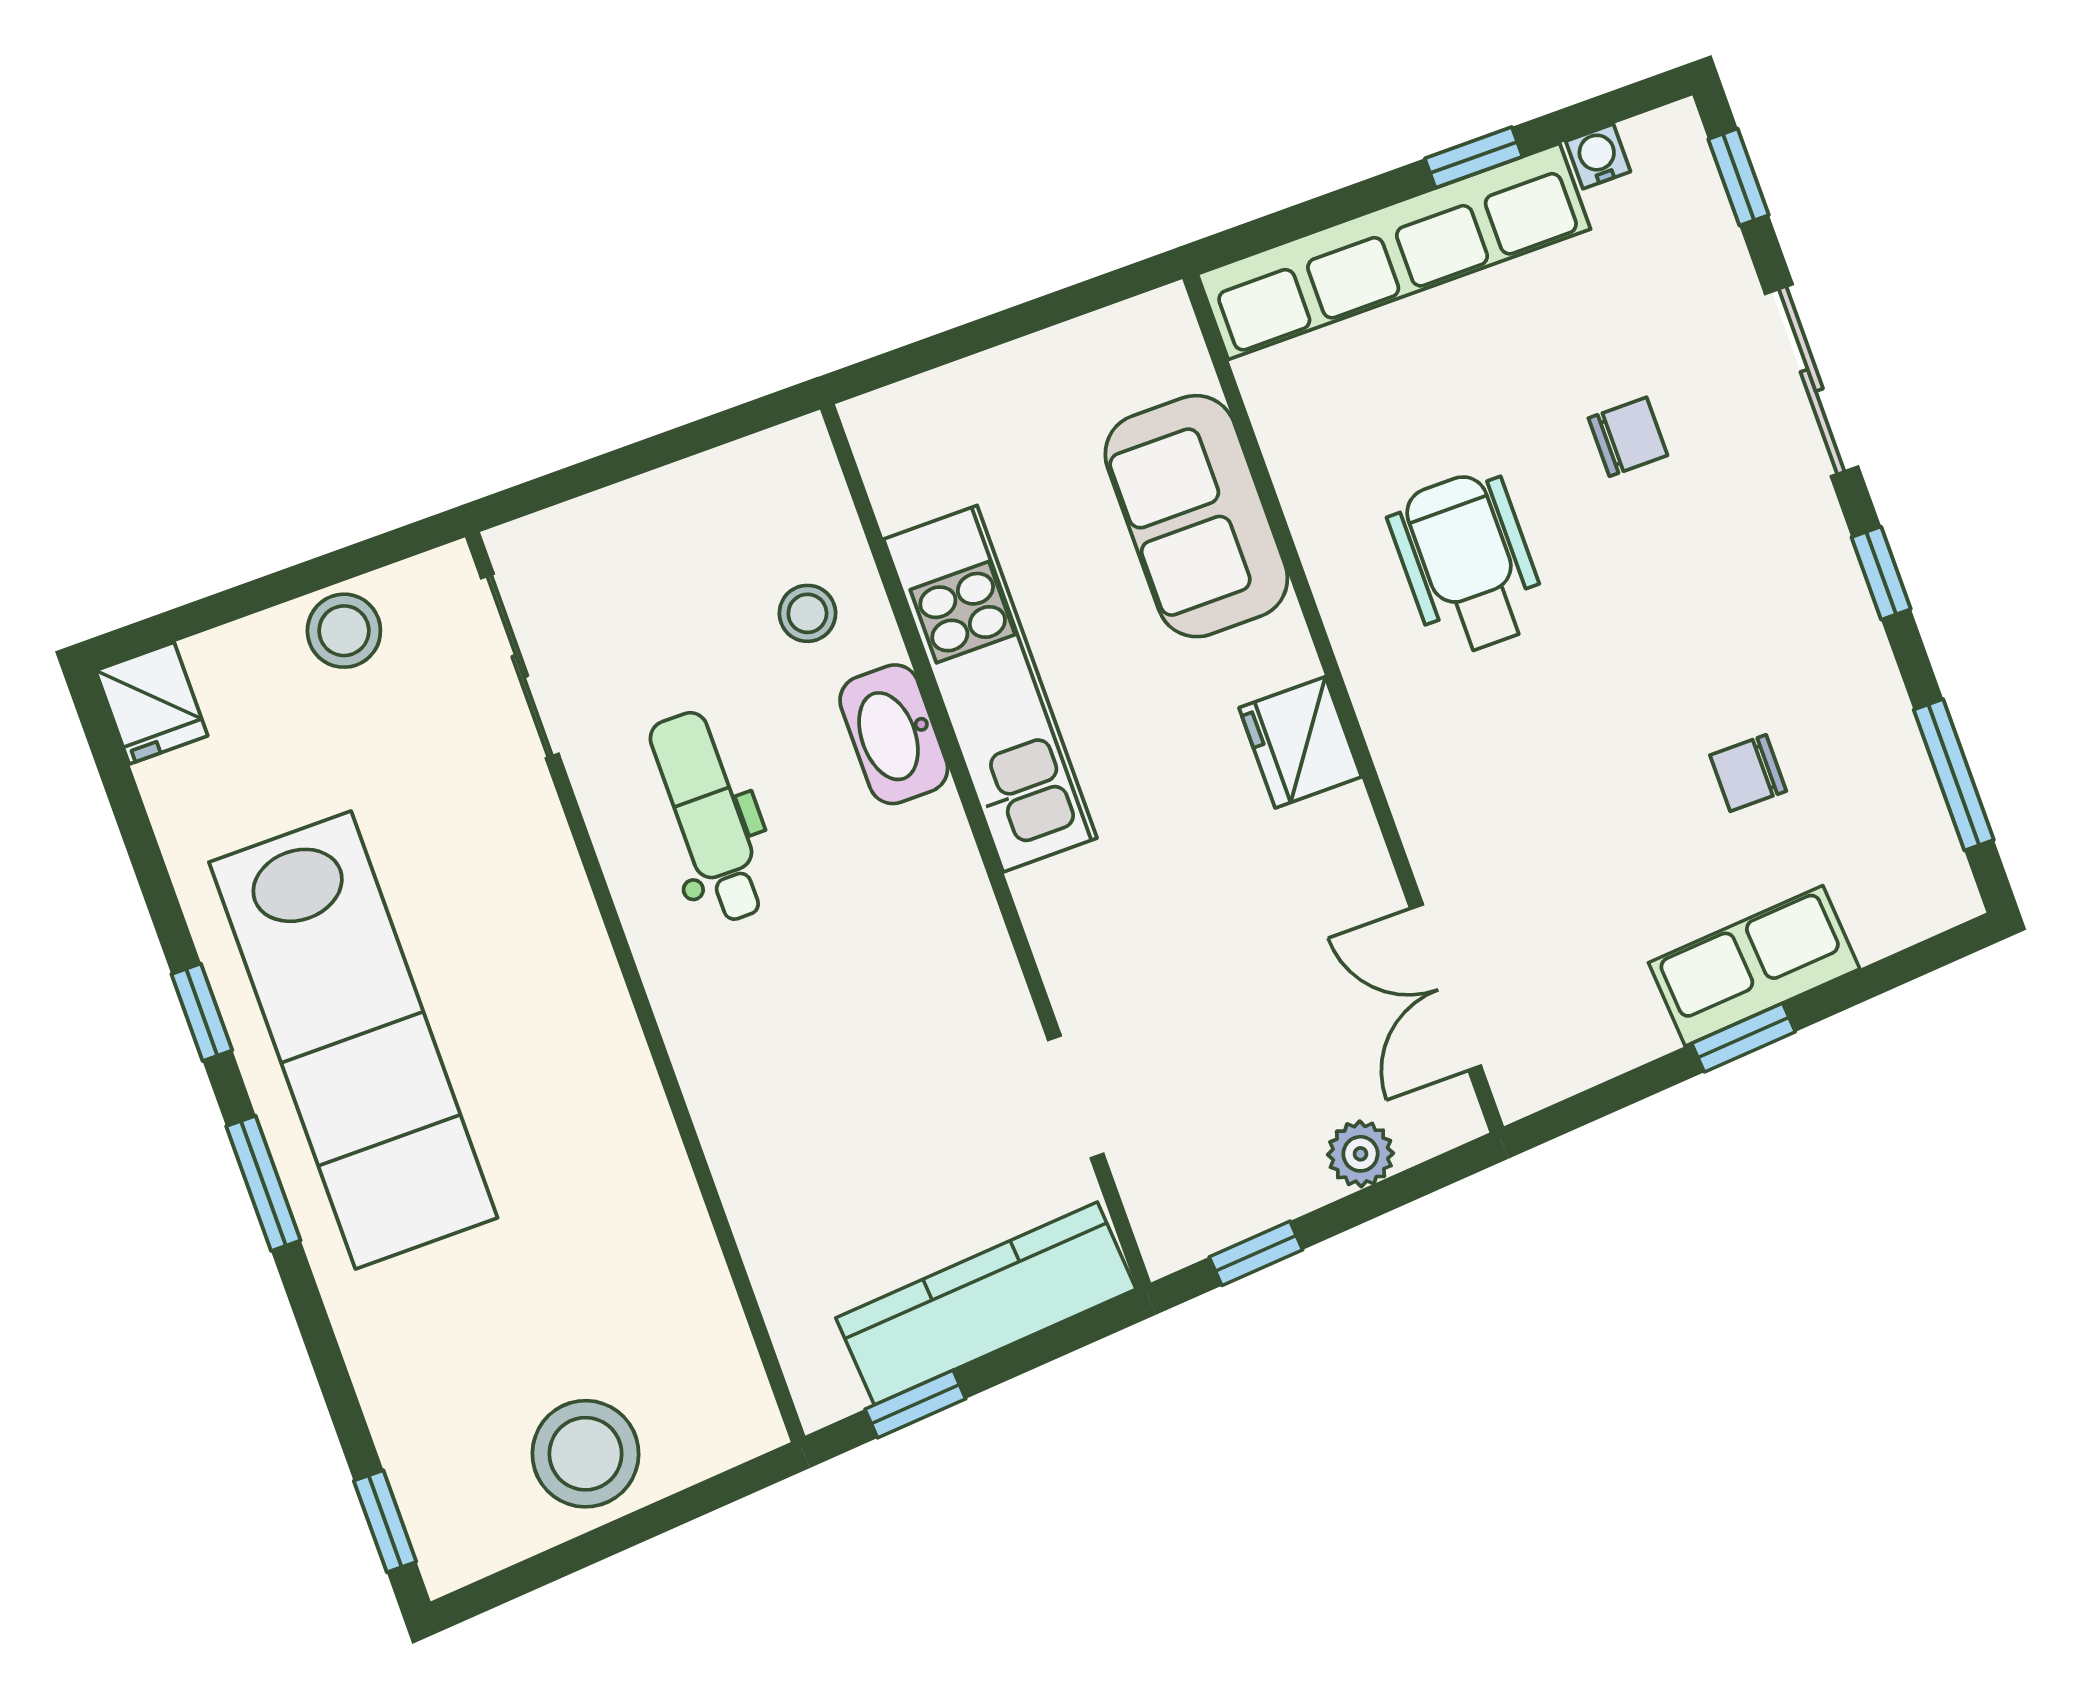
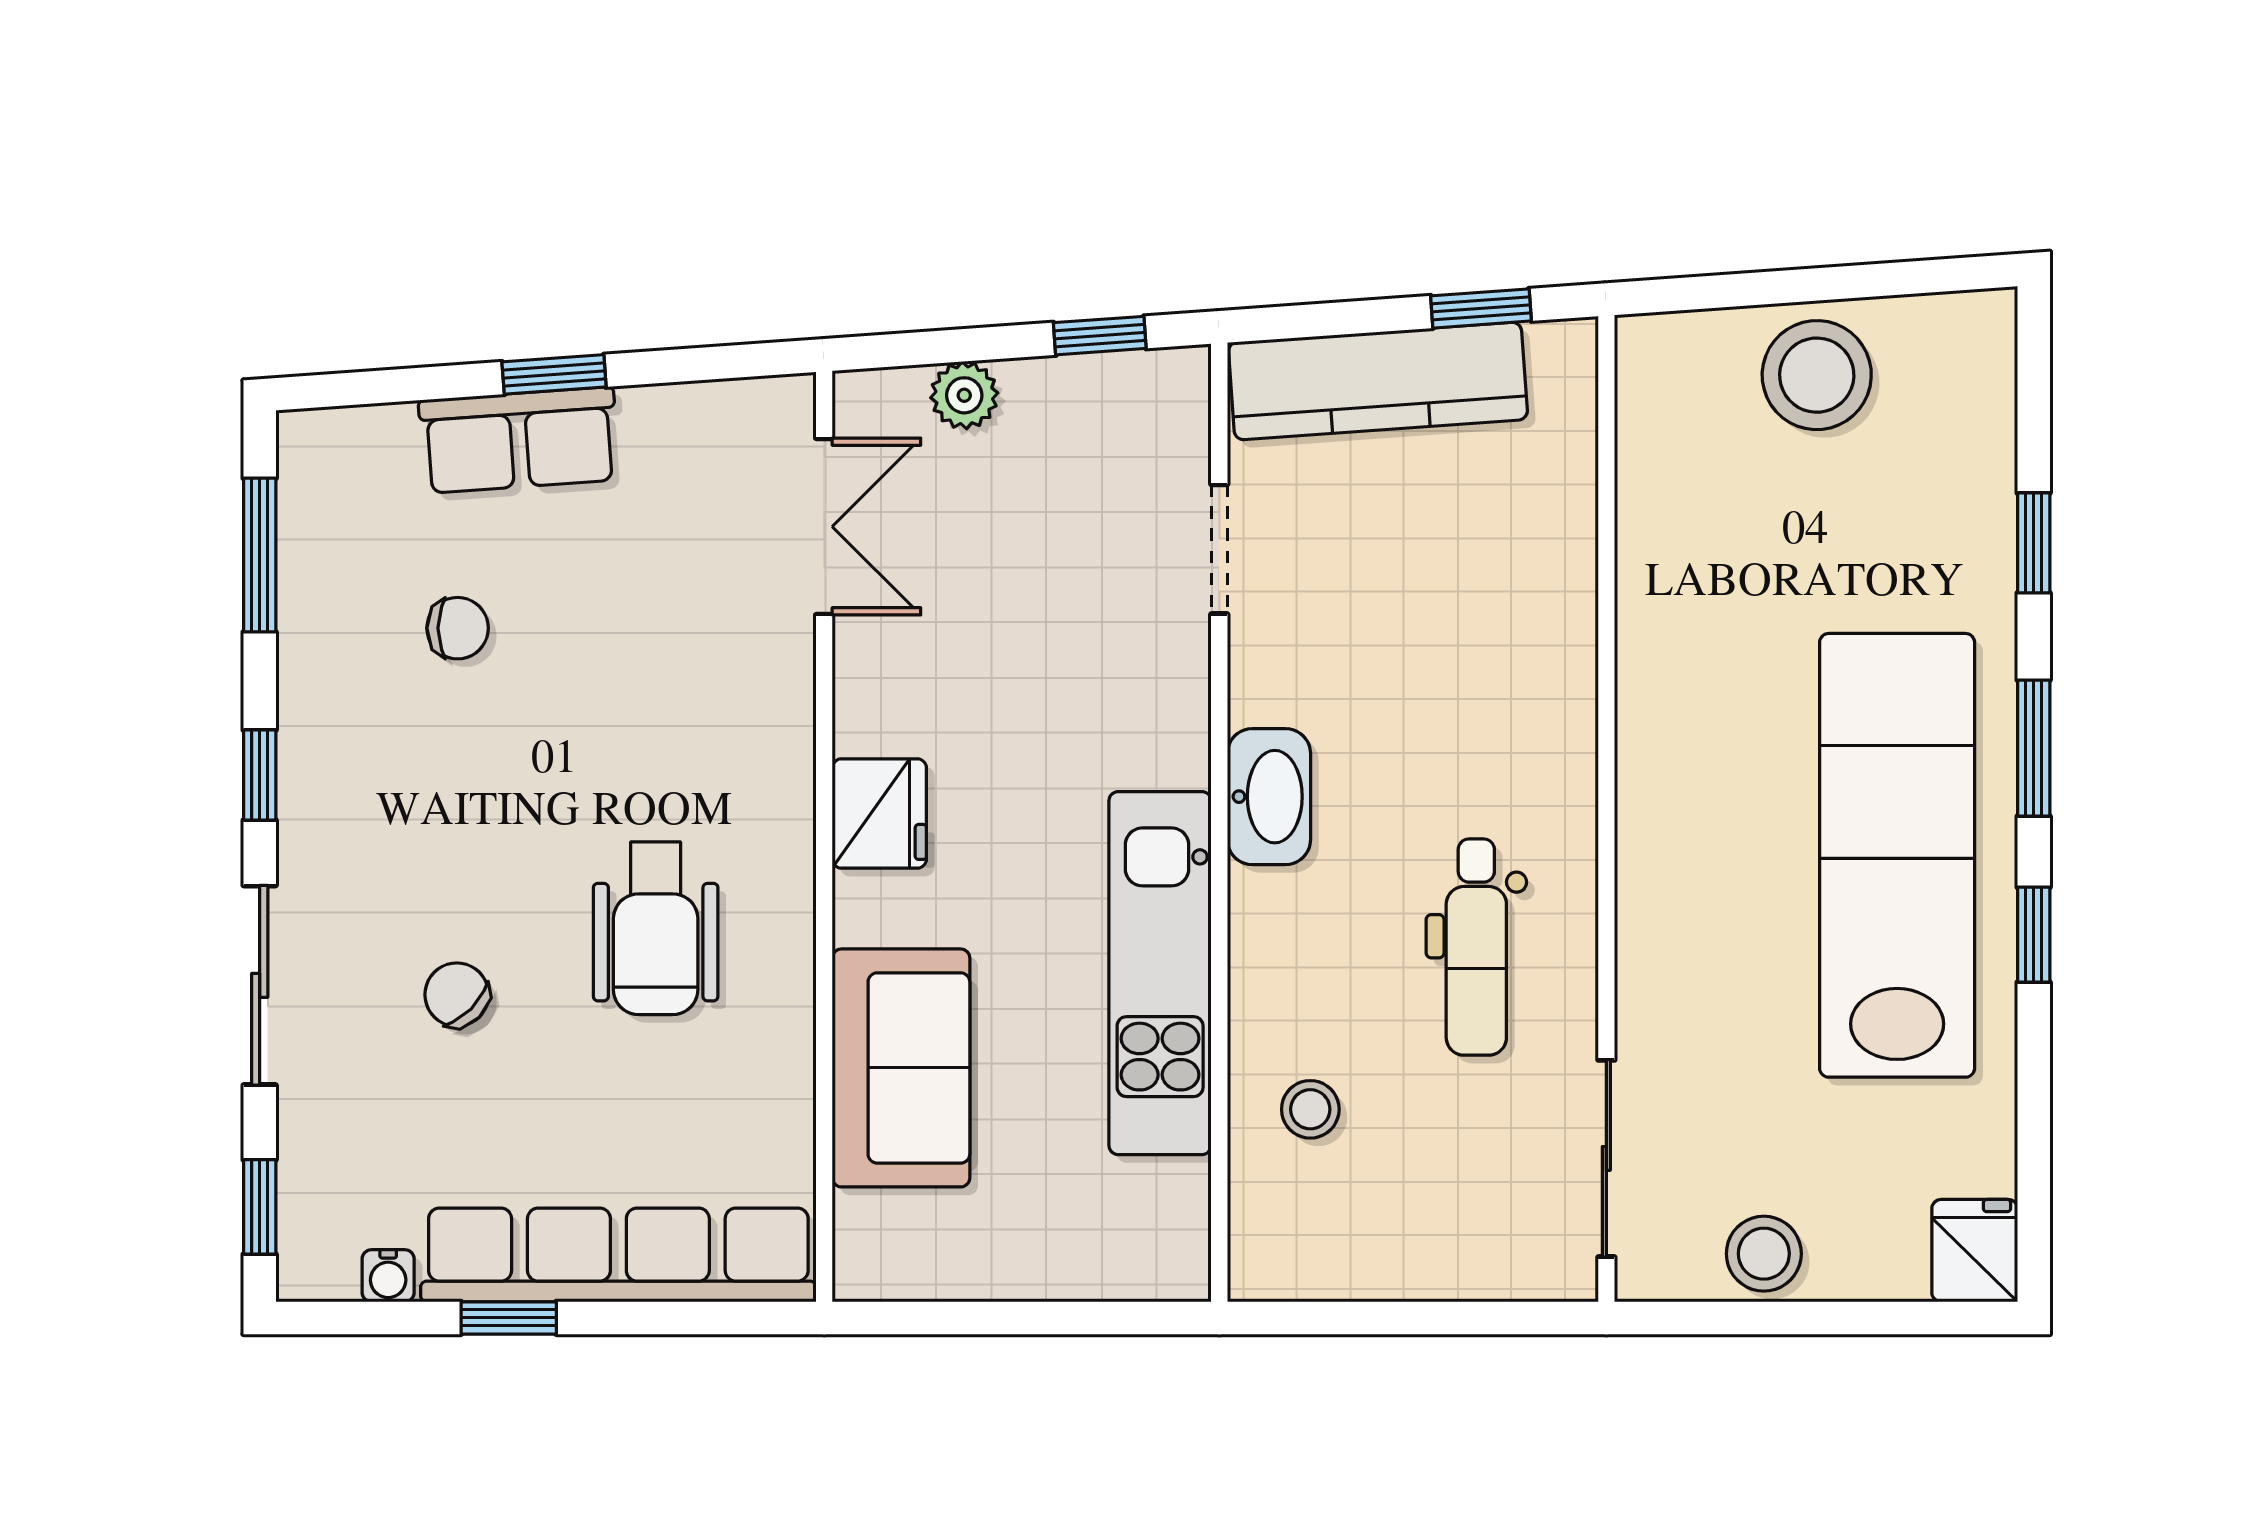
chair: (1628, 437) -> (457, 995), turned 45
washbasin: (894, 734) -> (1269, 797), moved
window: (385, 1521) -> (2034, 543), moved

